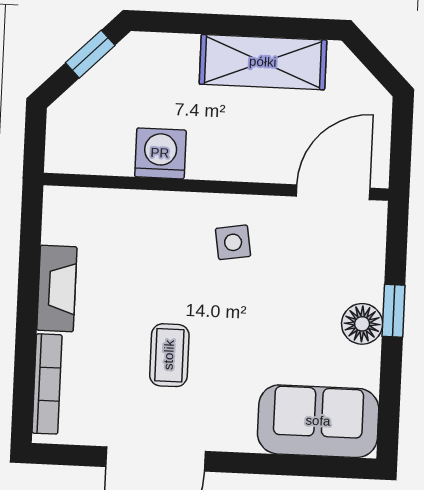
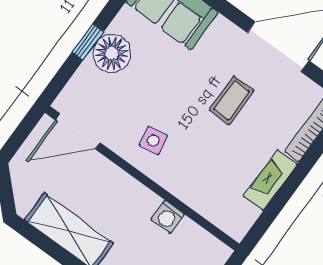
washing machine: (160, 153) -> (168, 217), width x0.73, depth x0.73
floor lamp: (362, 324) -> (112, 53), width x1.38, depth x1.38

